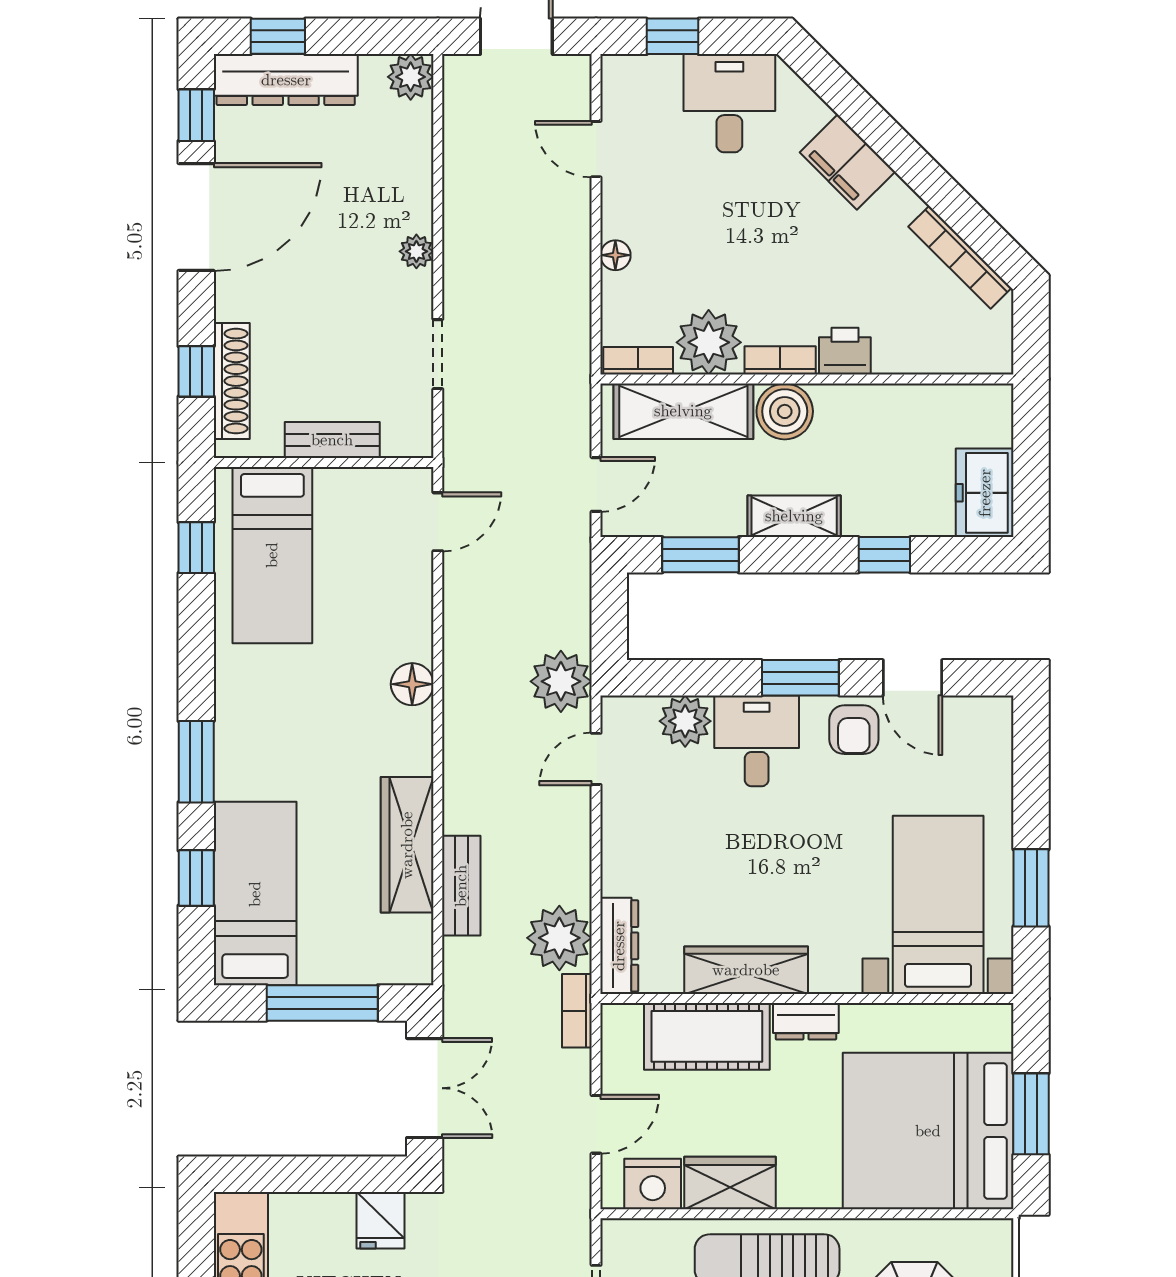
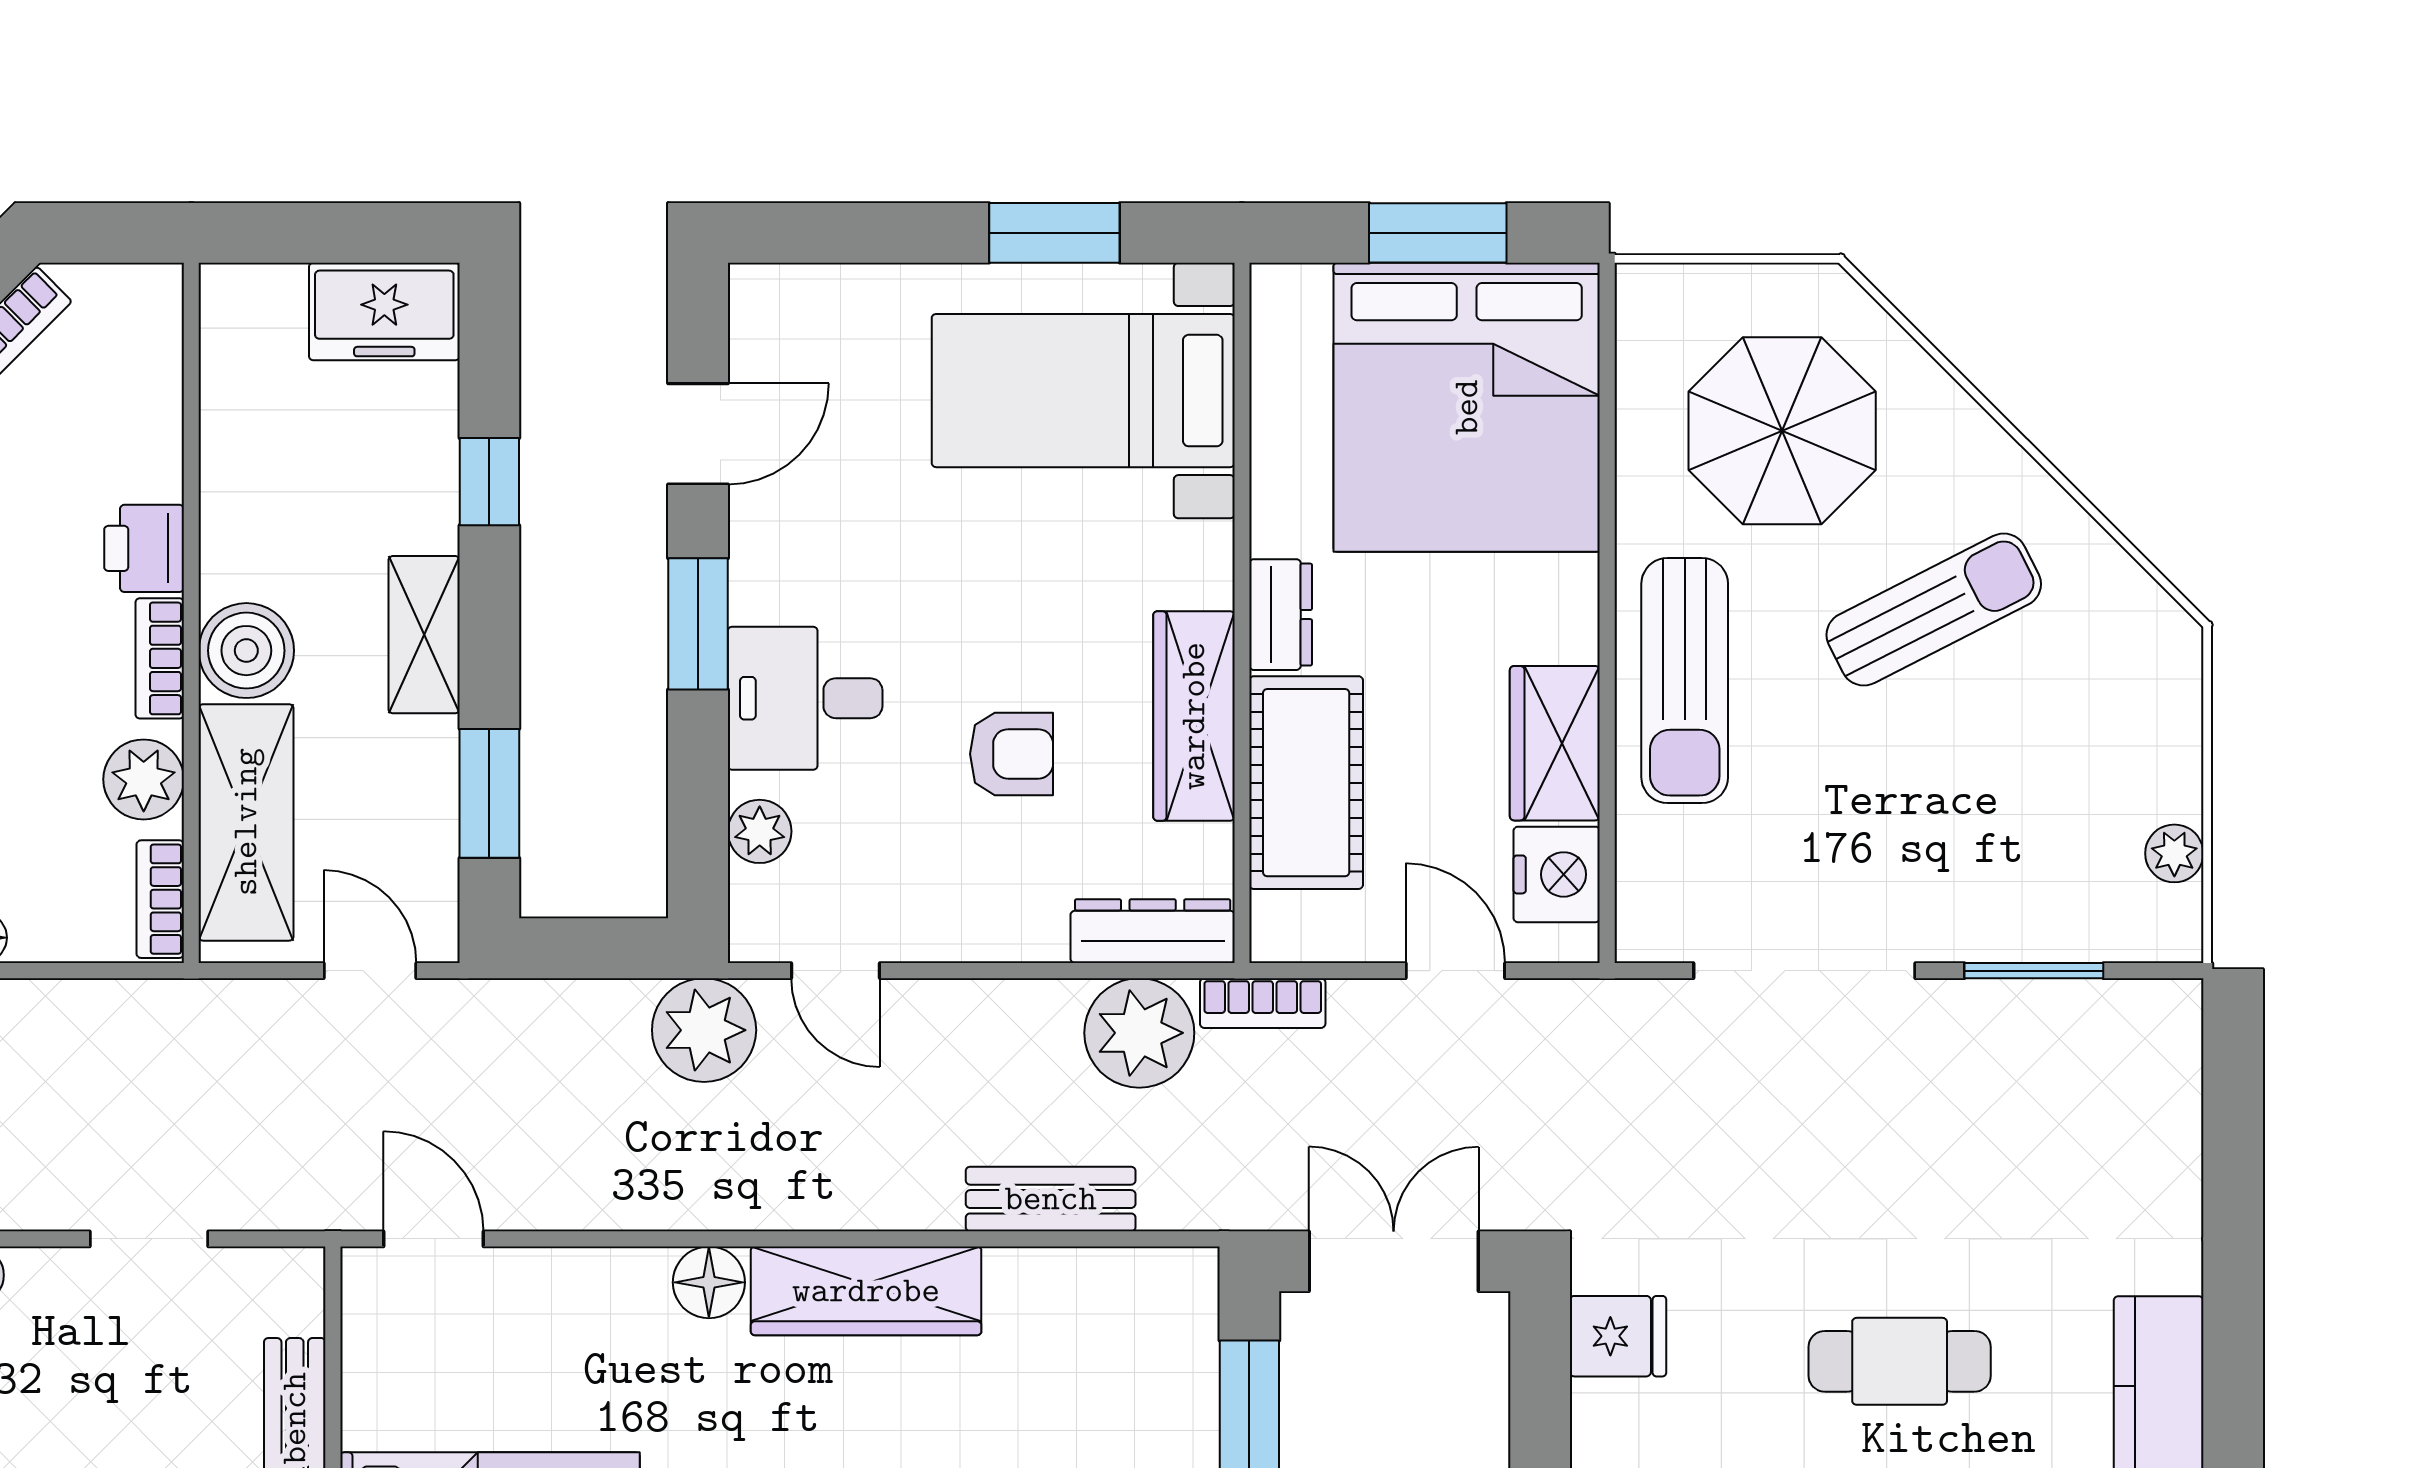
plant: (709, 342) -> (144, 779), width x0.73, depth x0.73
plant: (685, 721) -> (760, 831), width x0.73, depth x0.73
armchair: (854, 730) -> (1012, 754), moved
wardrobe: (407, 845) -> (866, 1291), moved

